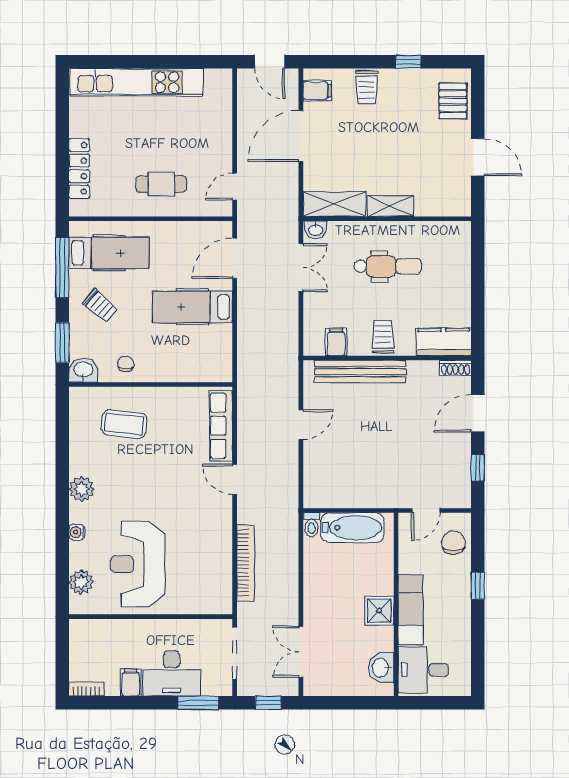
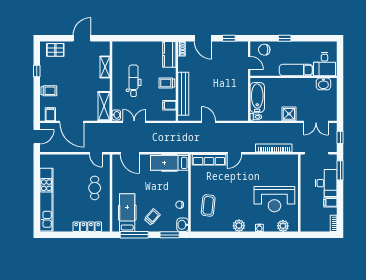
shelving: (390, 206) -> (105, 67), moved
hospital bed: (192, 307) -> (169, 163), moved, turned 90
shower: (379, 611) -> (289, 114), moved

